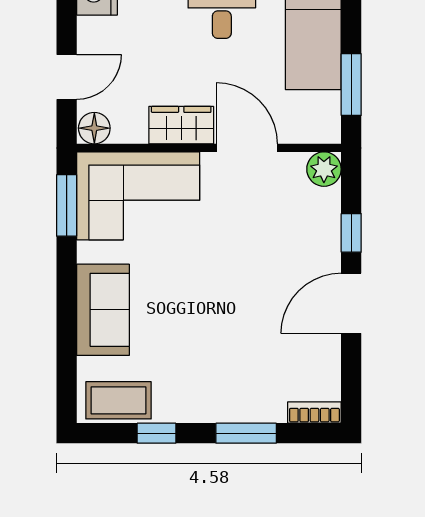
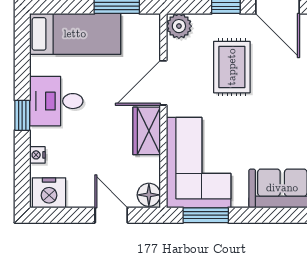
rug: (268, 241) -> (232, 67), added

